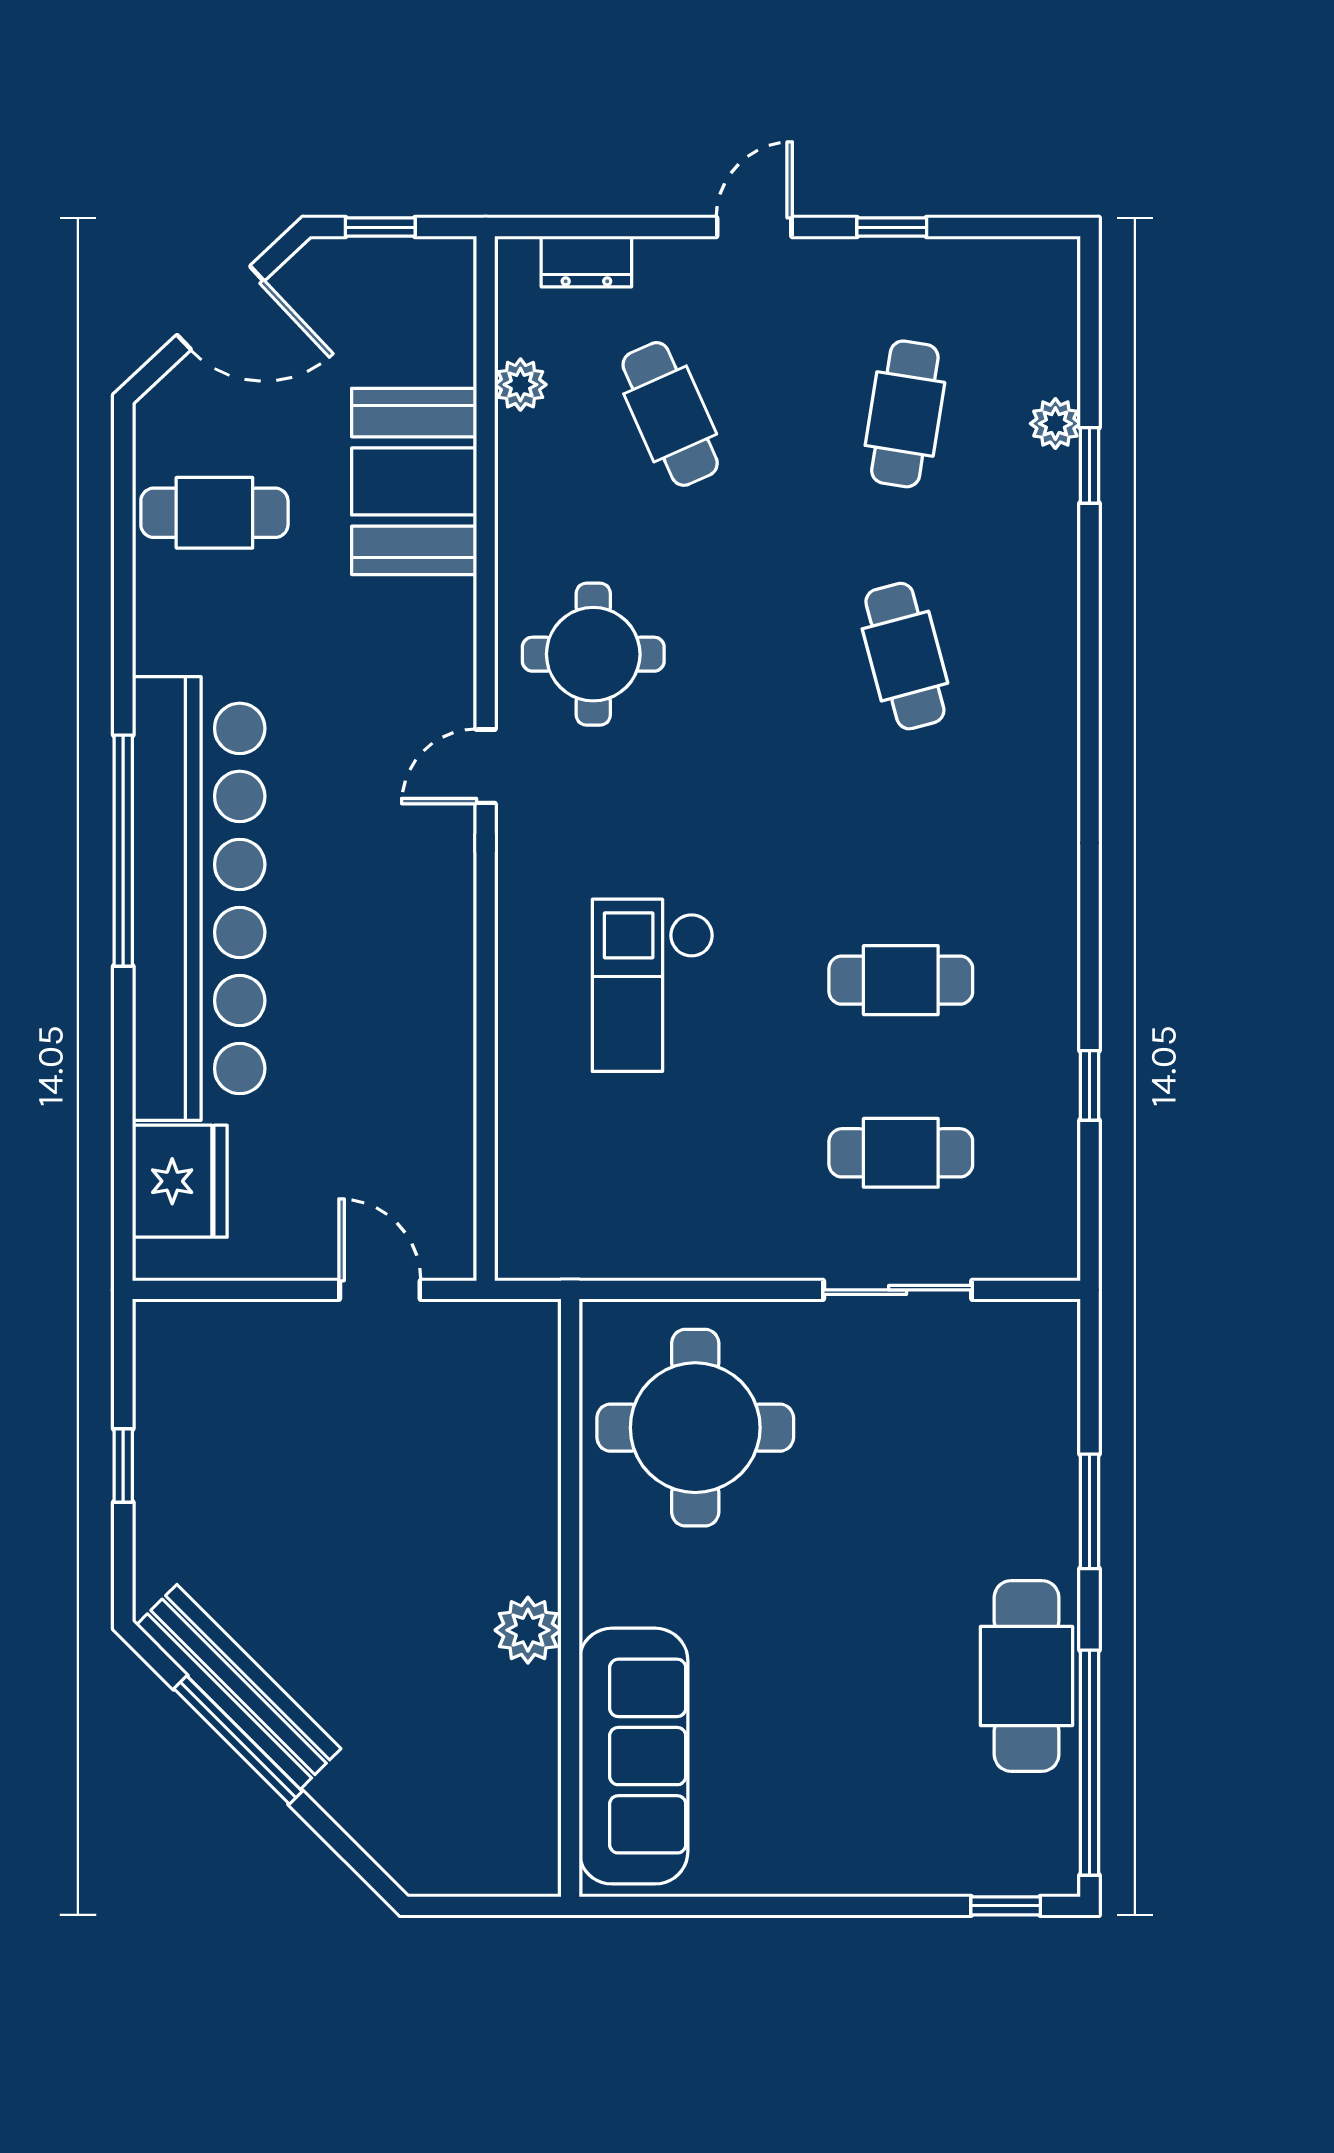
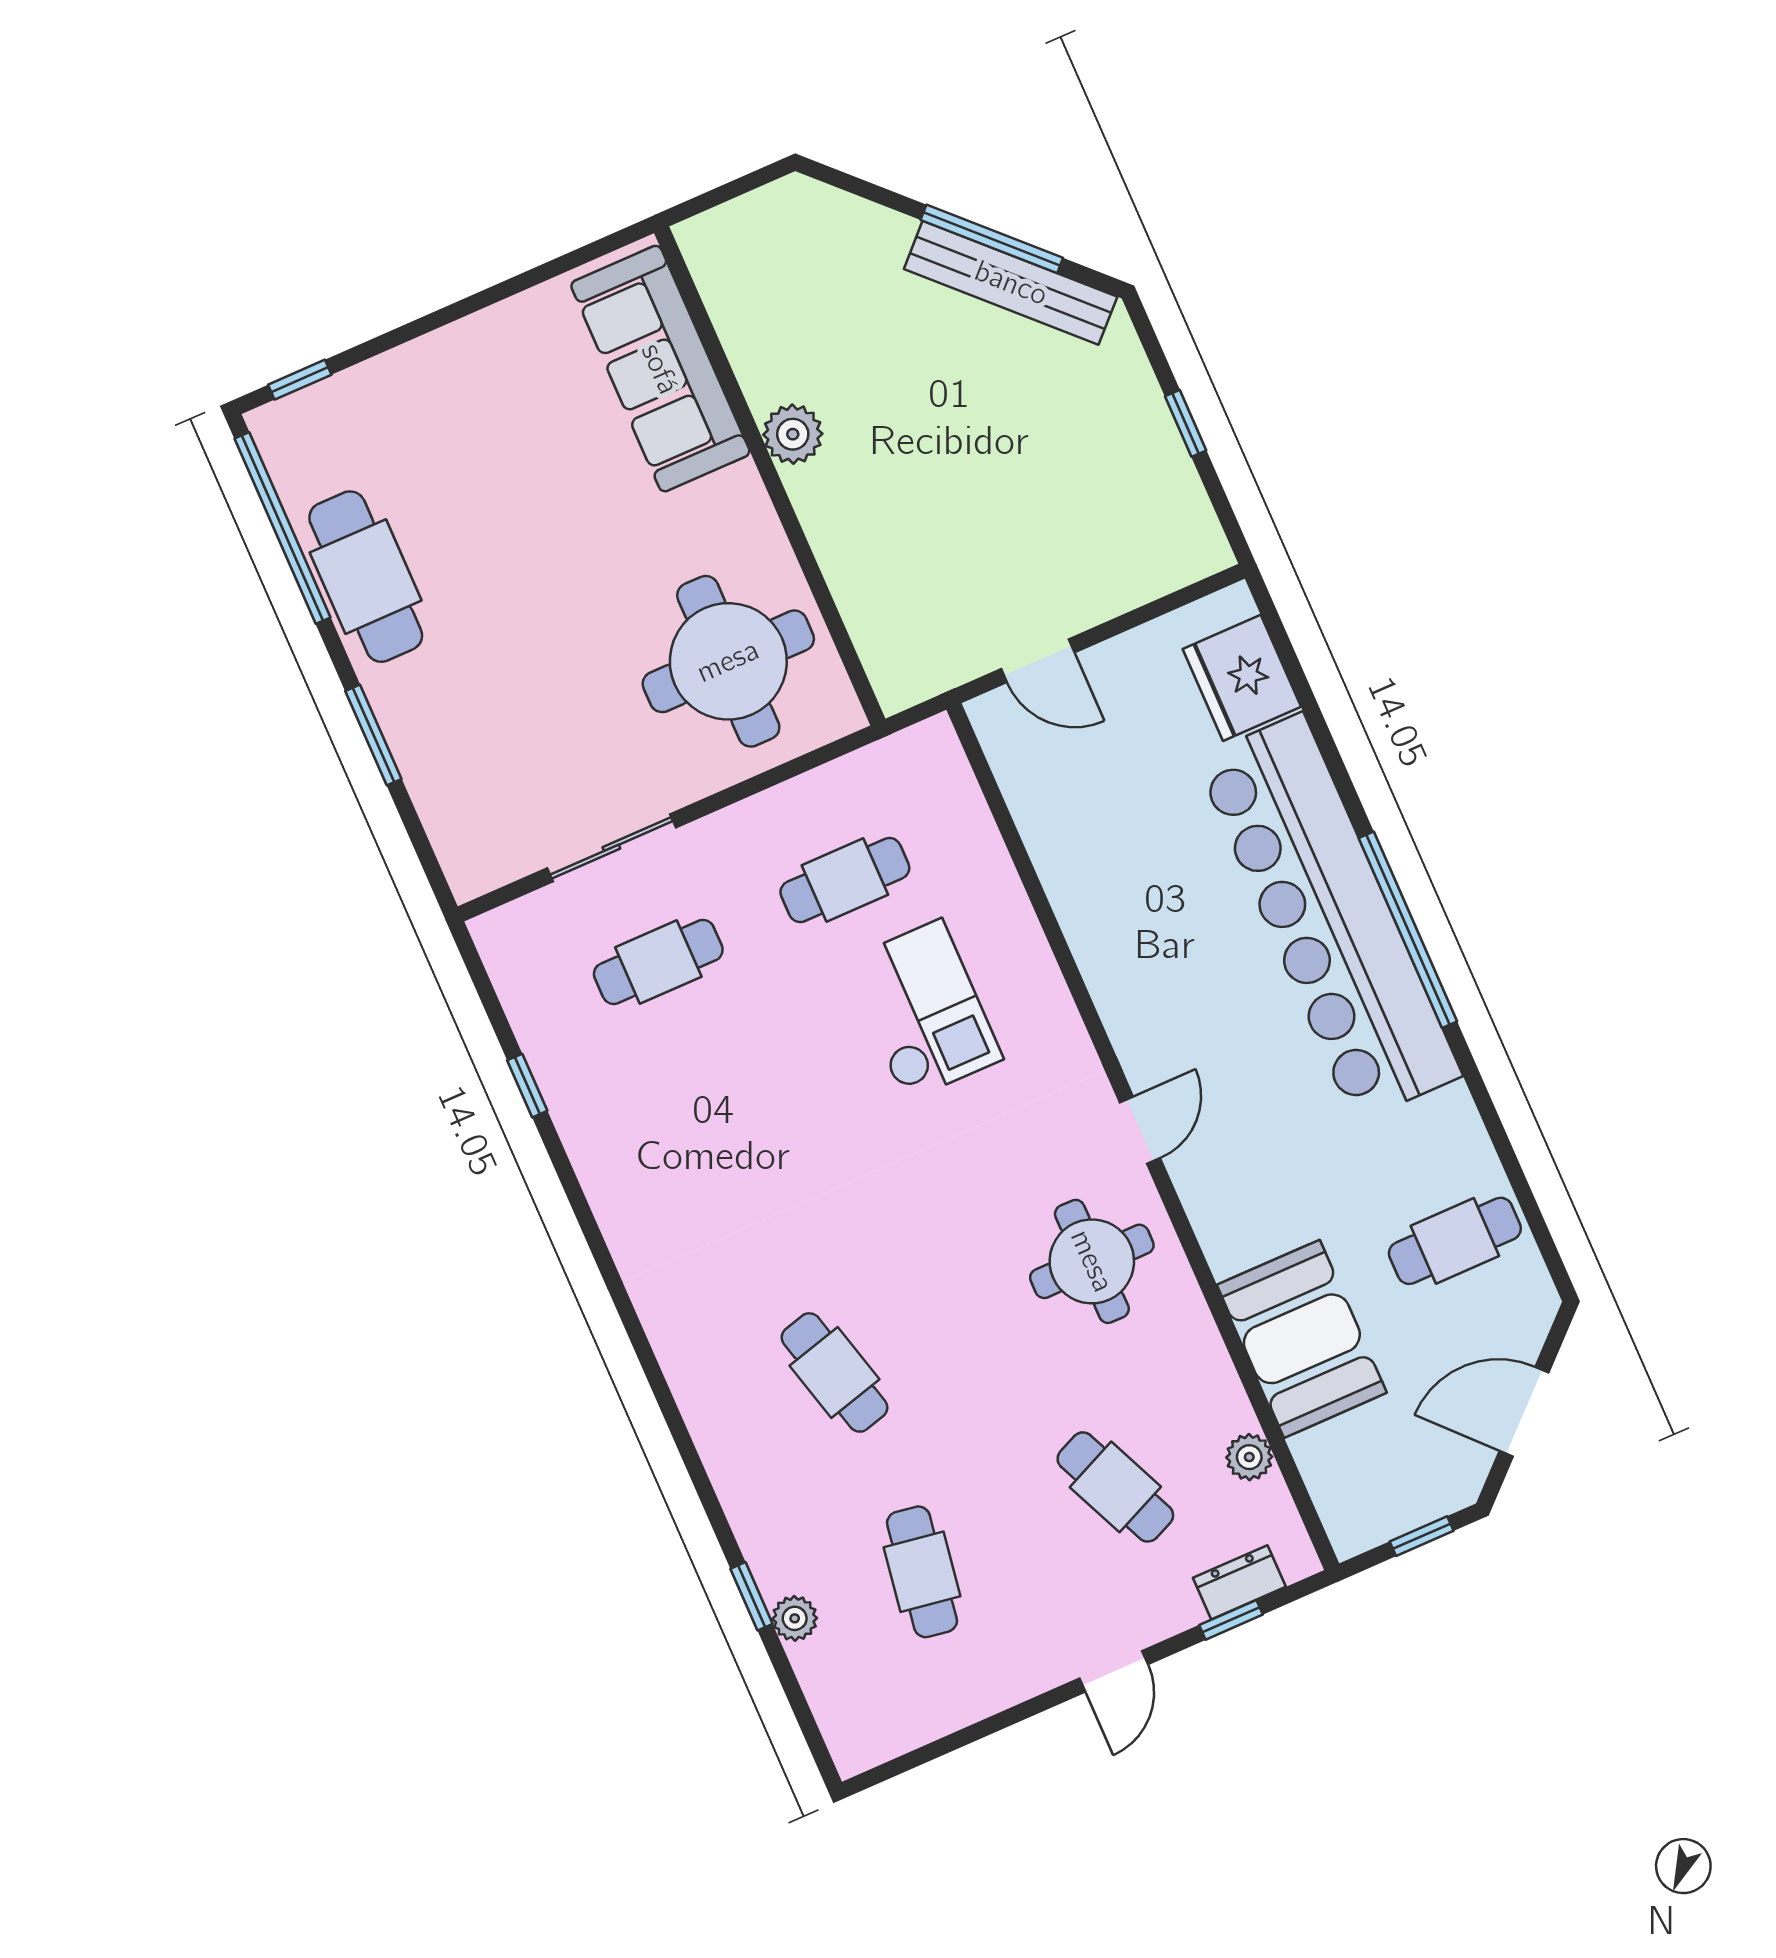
window: (892, 227) -> (1231, 1620), moved
cafe table: (901, 980) -> (845, 880), moved

